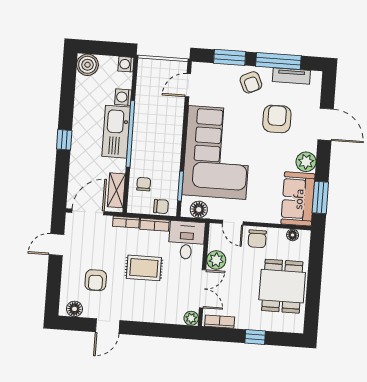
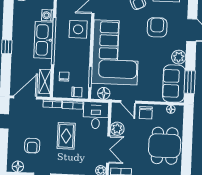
side table: (166, 118) -> (78, 29), added
rug: (144, 268) -> (66, 136), turned 90

